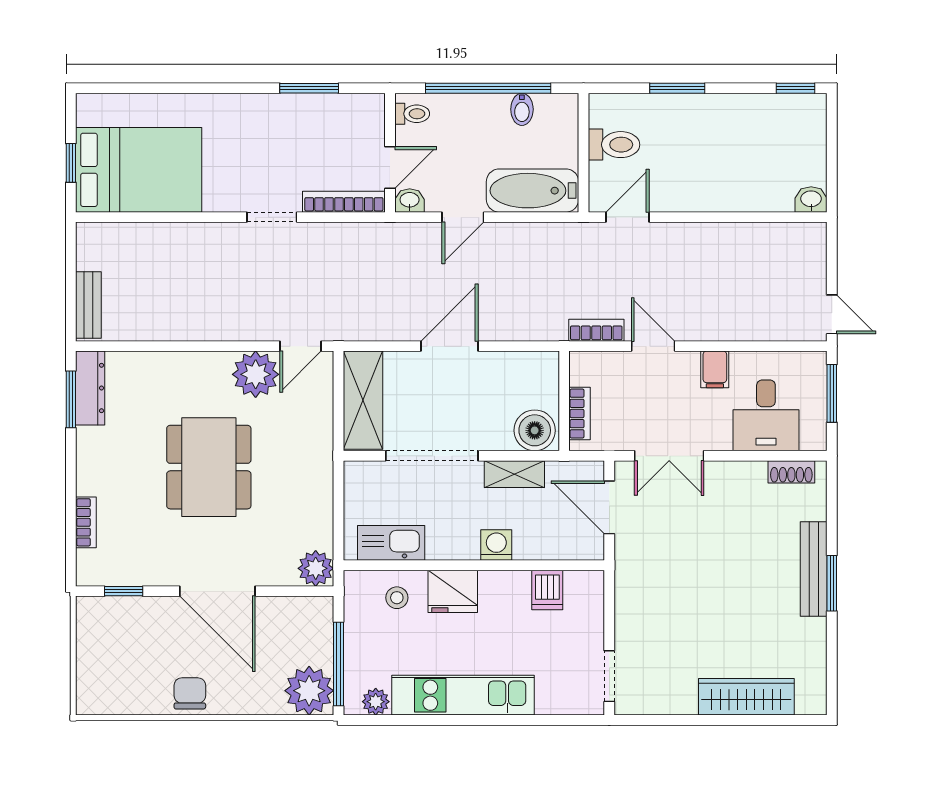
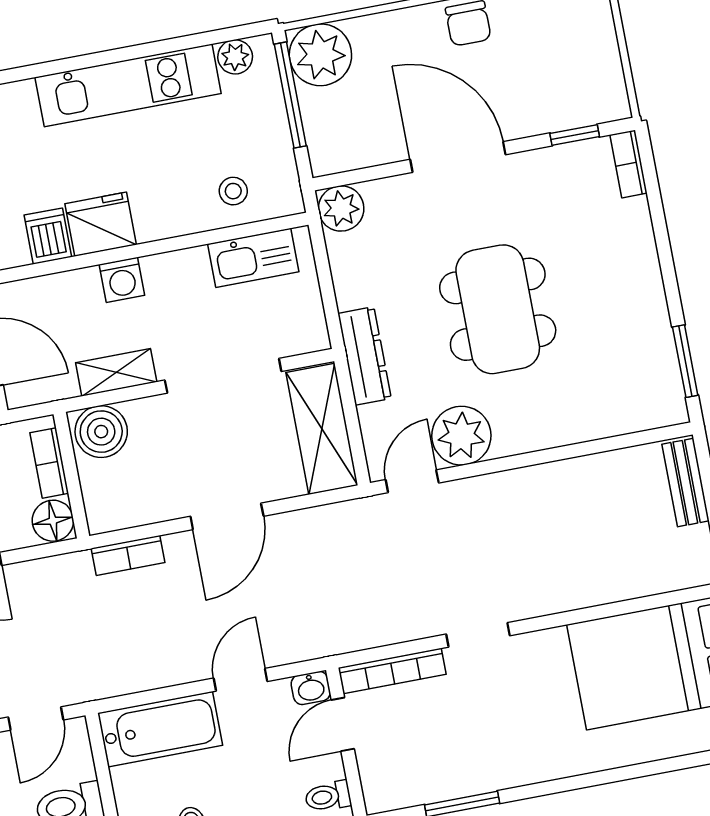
bookcase: (596, 330) -> (128, 555), moved
floor lamp: (585, 368) -> (53, 521), added
dresser: (90, 388) -> (364, 356), moved, turned 180
bookcase: (86, 522) -> (629, 164), moved
fridge: (453, 591) -> (101, 224), moved

